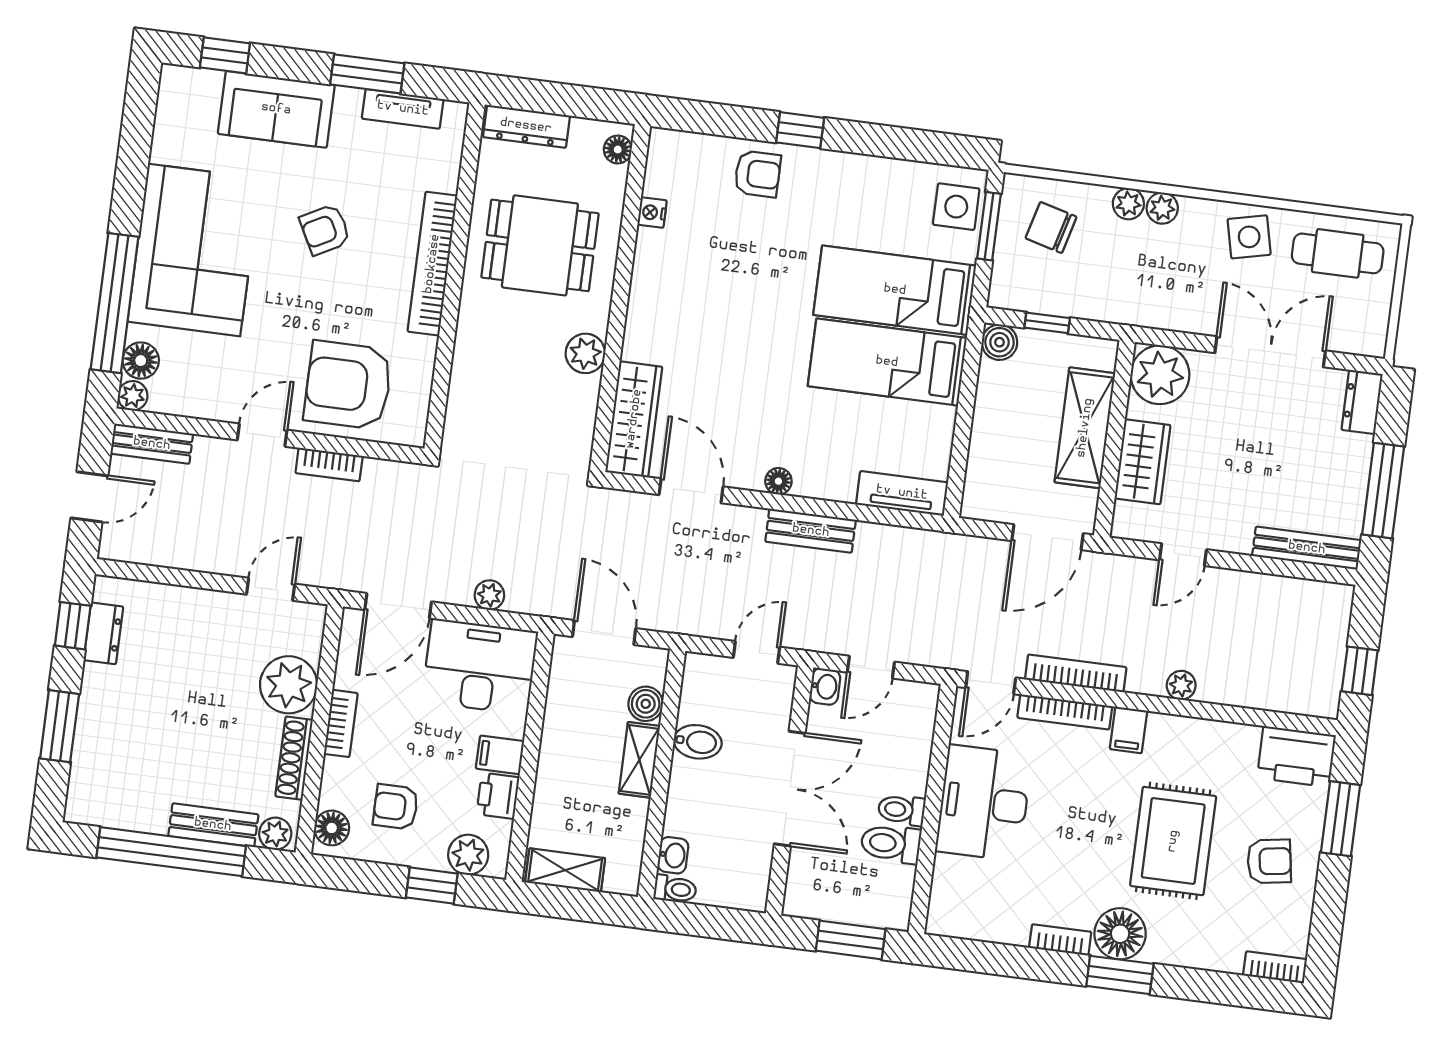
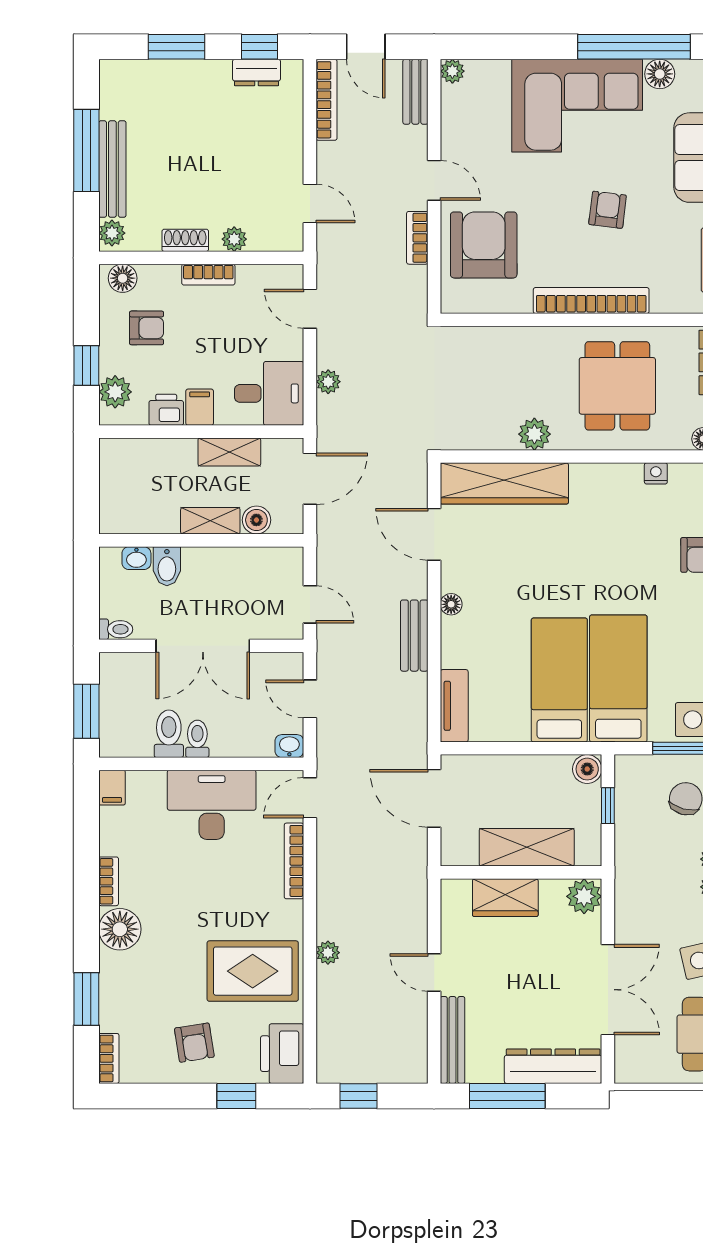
armchair: (325, 230) -> (608, 210), turned 35
window: (115, 303) -> (634, 47), moved
floor lamp: (141, 361) -> (660, 74), moved
plant: (1160, 375) -> (584, 896), width x0.73, depth x0.73
dresser: (1362, 402) -> (553, 1066), width x1.96, depth x1.24
wardrobe: (634, 419) -> (504, 483), width x1.40, depth x1.17
door: (691, 491) -> (434, 534), swing flipped
door: (1047, 537) -> (434, 798), moved
door: (1183, 555) -> (434, 973), moved
door: (398, 606) -> (310, 309), width x0.73
desk: (480, 667) -> (269, 393), width x0.73
bookcase: (1076, 673) -> (327, 100), moved
door: (991, 683) -> (310, 798), hinge flipped
plant: (289, 685) -> (234, 239), width x0.53, depth x0.53
washbasin: (825, 687) -> (289, 746), moved, turned 180
filing cabinet: (1129, 730) -> (112, 788), moved, turned -90
bidet: (698, 742) -> (167, 566), moved
shoe rack: (294, 758) -> (185, 240), width x0.70
armchair: (396, 807) -> (147, 328), turned 90
window: (1340, 819) -> (236, 1096), width x0.67
bench: (213, 825) -> (112, 169), width x1.36
rug: (1173, 841) -> (253, 971), moved
window: (171, 852) -> (86, 151), width x0.68
shelving: (565, 870) -> (229, 452), moved, turned 90
toilet: (675, 889) -> (116, 629), moved, turned -90
window: (1120, 975) -> (86, 999), moved

